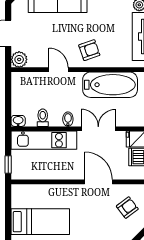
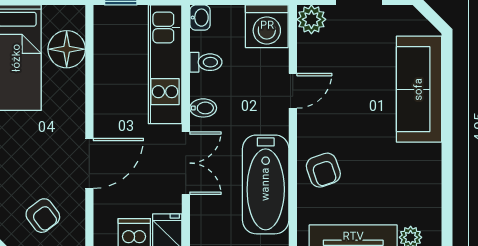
armchair: (89, 50) -> (323, 170), moved
washing machine: (23, 84) -> (267, 26), added
floor lamp: (36, 194) -> (67, 49), added

